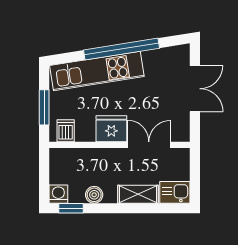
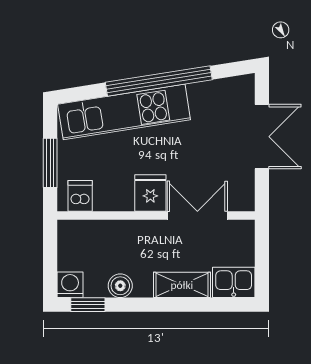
fridge: (111, 129) -> (150, 193), width x0.72

